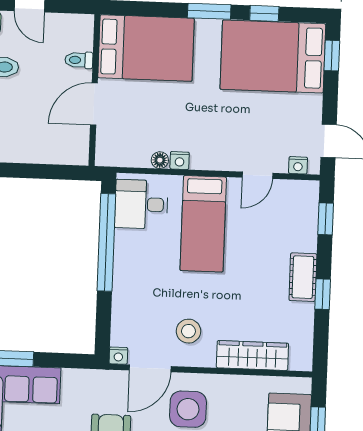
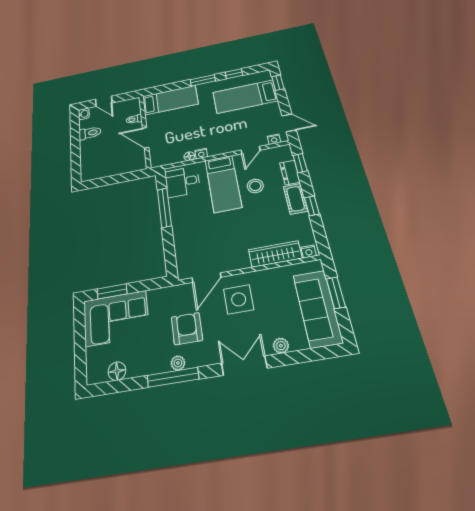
bed: (146, 48) -> (170, 100), width x0.67
bed: (273, 57) -> (245, 97), width x0.67
door: (94, 104) -> (146, 138), hinge flipped
dresser: (306, 231) -> (290, 172), added
window: (106, 242) -> (164, 208), width x0.68
stool: (188, 331) -> (255, 186), moved
nightstand: (118, 356) -> (309, 251), moved

